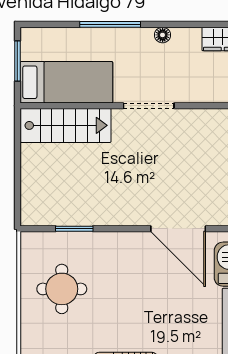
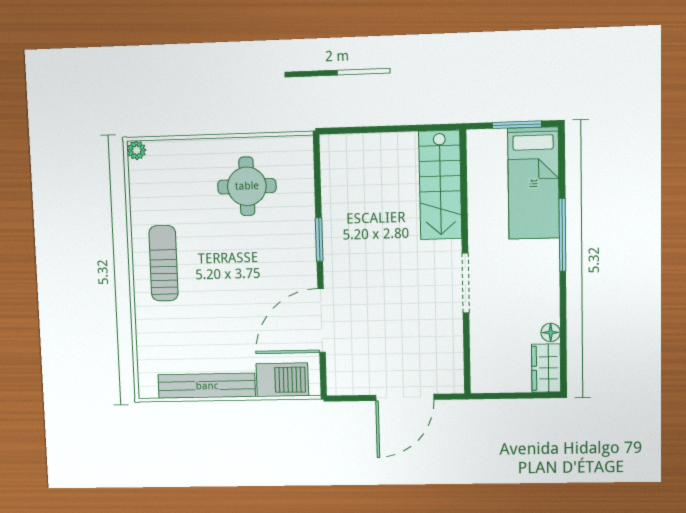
floor lamp: (163, 35) -> (551, 332), moved
bed: (66, 82) -> (534, 183), moved
window: (74, 229) -> (319, 240), moved

